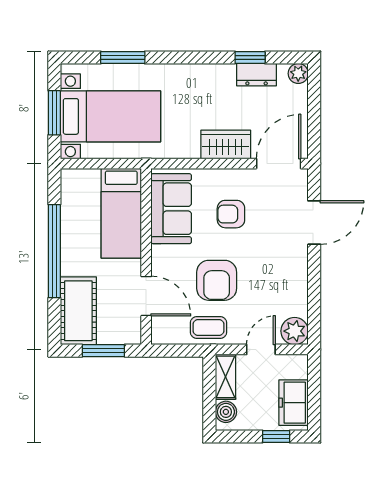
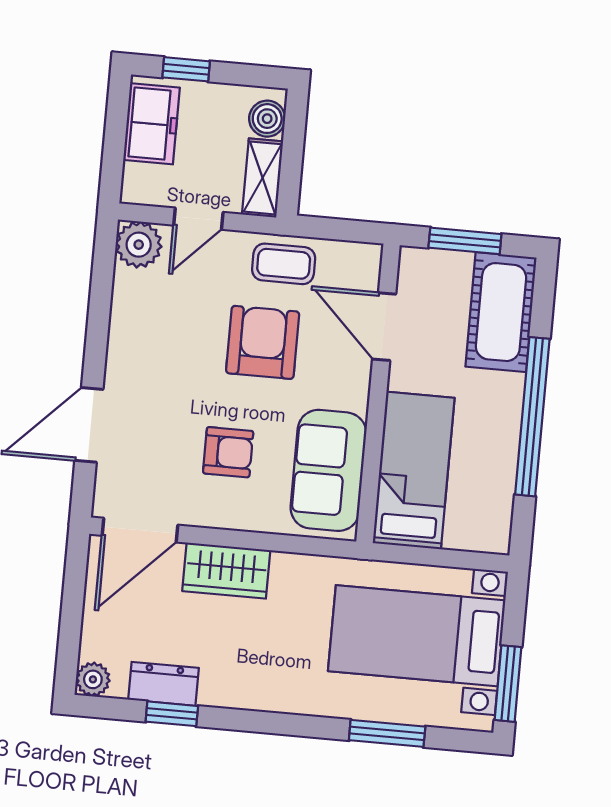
window: (54, 113) -> (508, 684), moved

